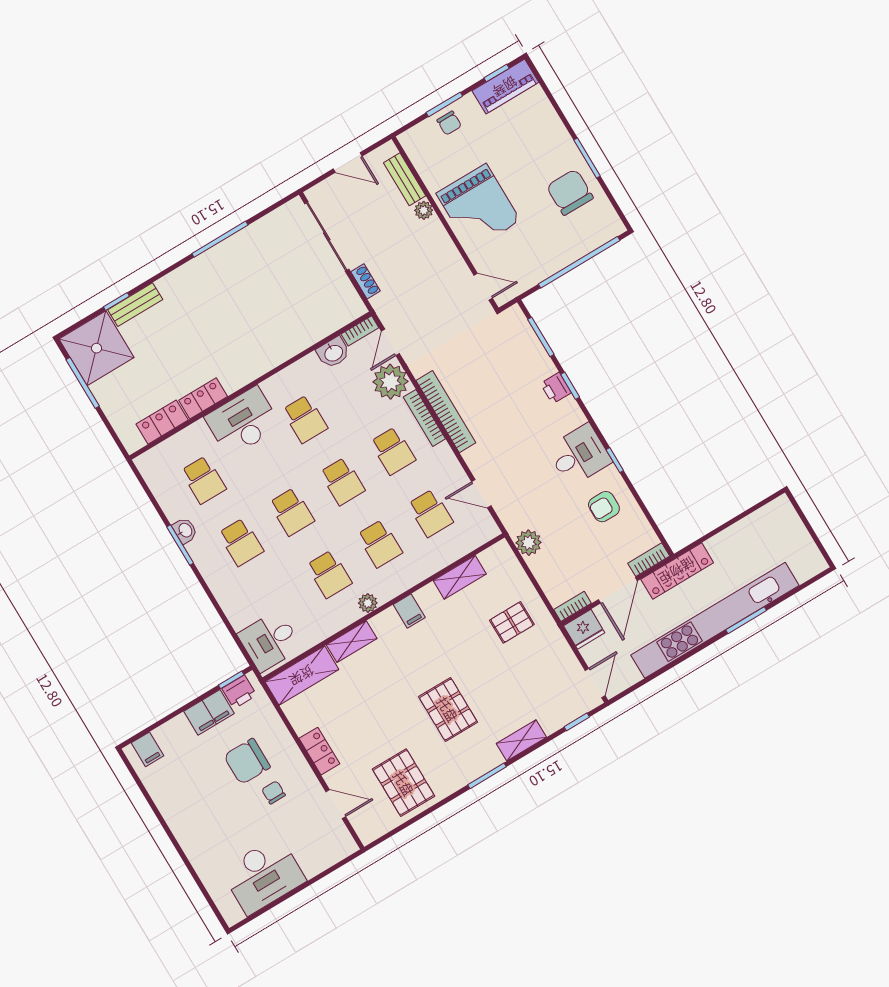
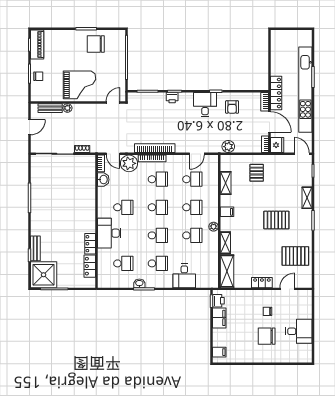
desk: (270, 641) -> (184, 276), moved
chair: (247, 761) -> (267, 336), moved, turned 90
desk: (263, 875) -> (299, 331), width x0.73

